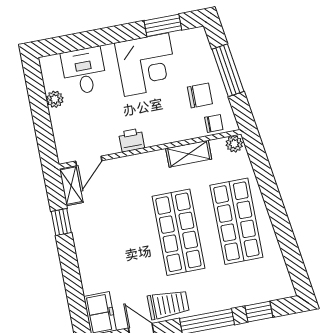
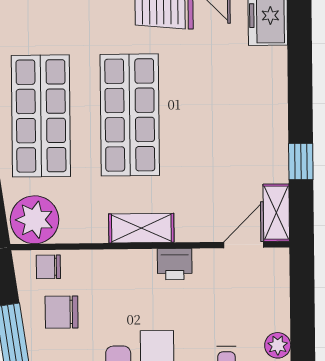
plant: (234, 144) -> (35, 220), width x1.88, depth x1.88
shelving: (189, 154) -> (141, 228), moved

